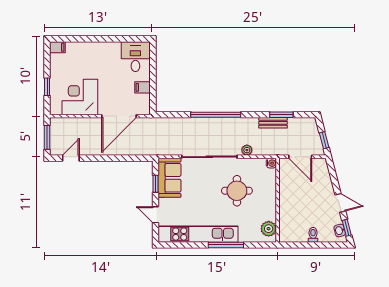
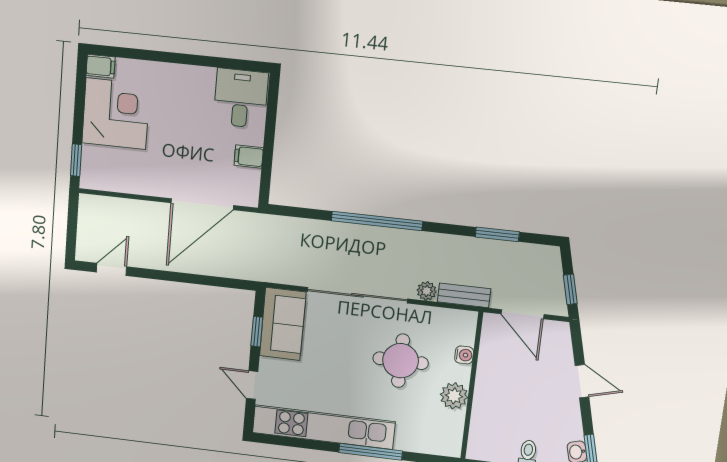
window: (47, 87) -> (76, 160), moved
corner desk: (80, 97) -> (116, 114), moved, turned 90
bench: (273, 123) -> (464, 295), moved
window: (47, 137) -> (72, 228), removed
water cooler: (271, 163) -> (464, 355), moved
door: (340, 203) -> (582, 381), moved
plant: (269, 229) -> (454, 396), moved

